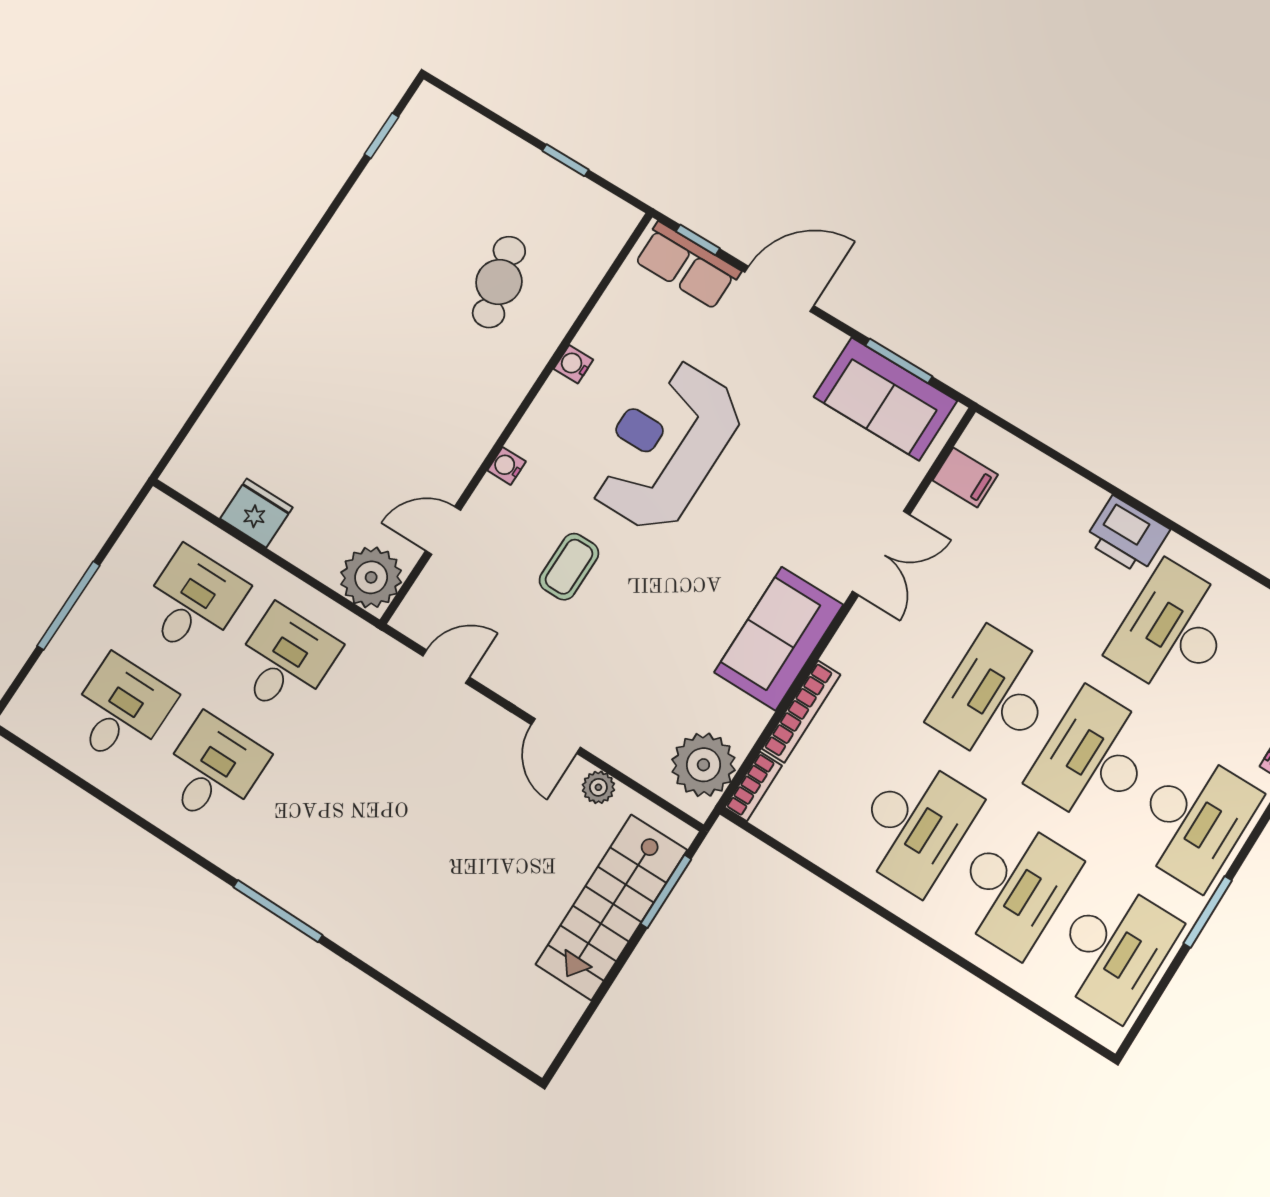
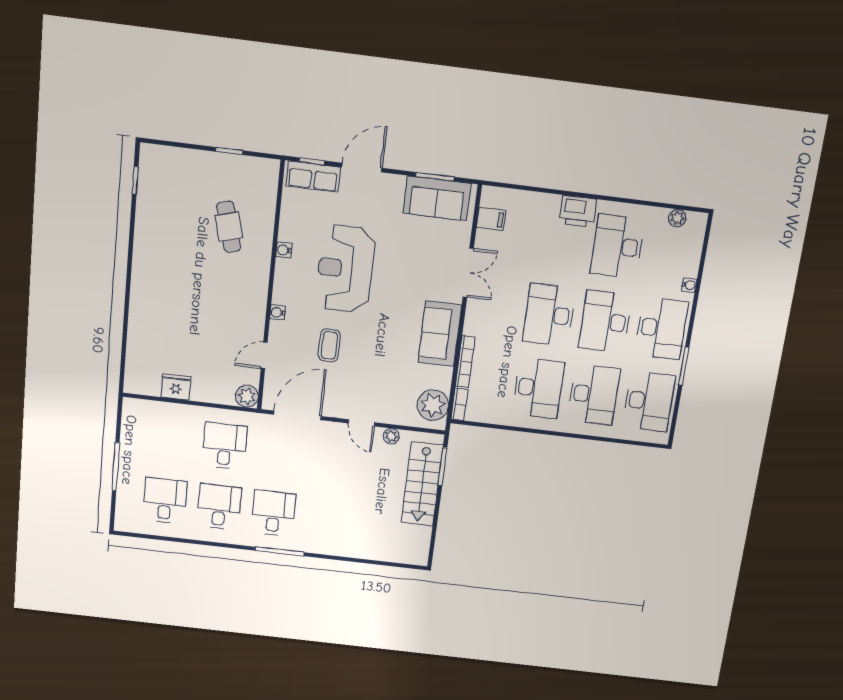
plant: (371, 577) -> (247, 396), width x0.73, depth x0.73
desk: (192, 602) -> (273, 513), moved
door: (446, 666) -> (297, 415), width x1.87

